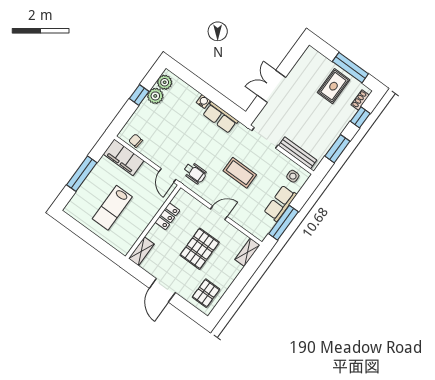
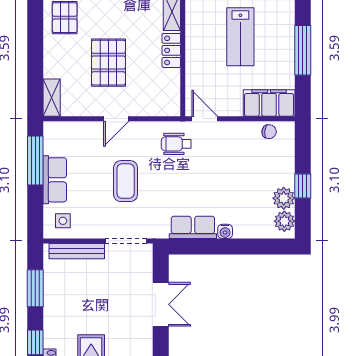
coffee table: (240, 173) -> (126, 181), turned 90
lab bench: (112, 208) -> (240, 37), turned 180
locker: (167, 216) -> (171, 50), moved

